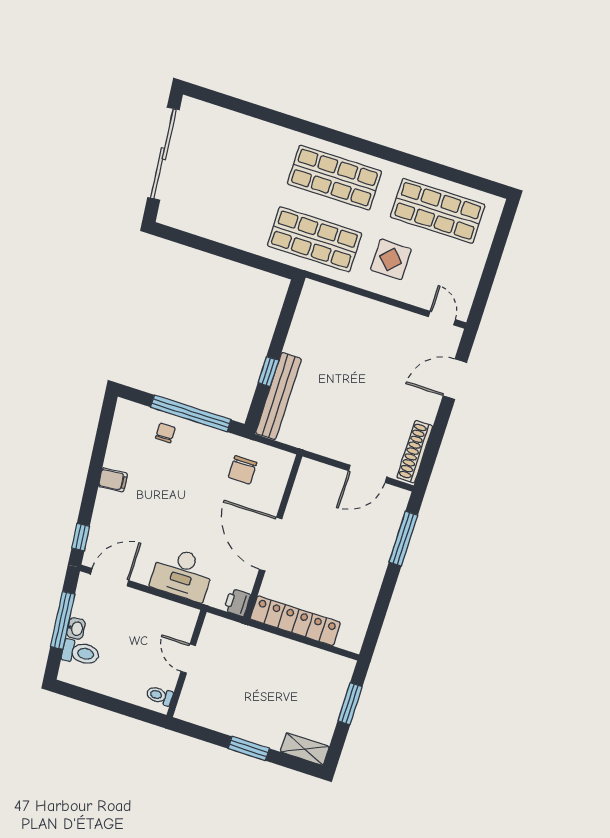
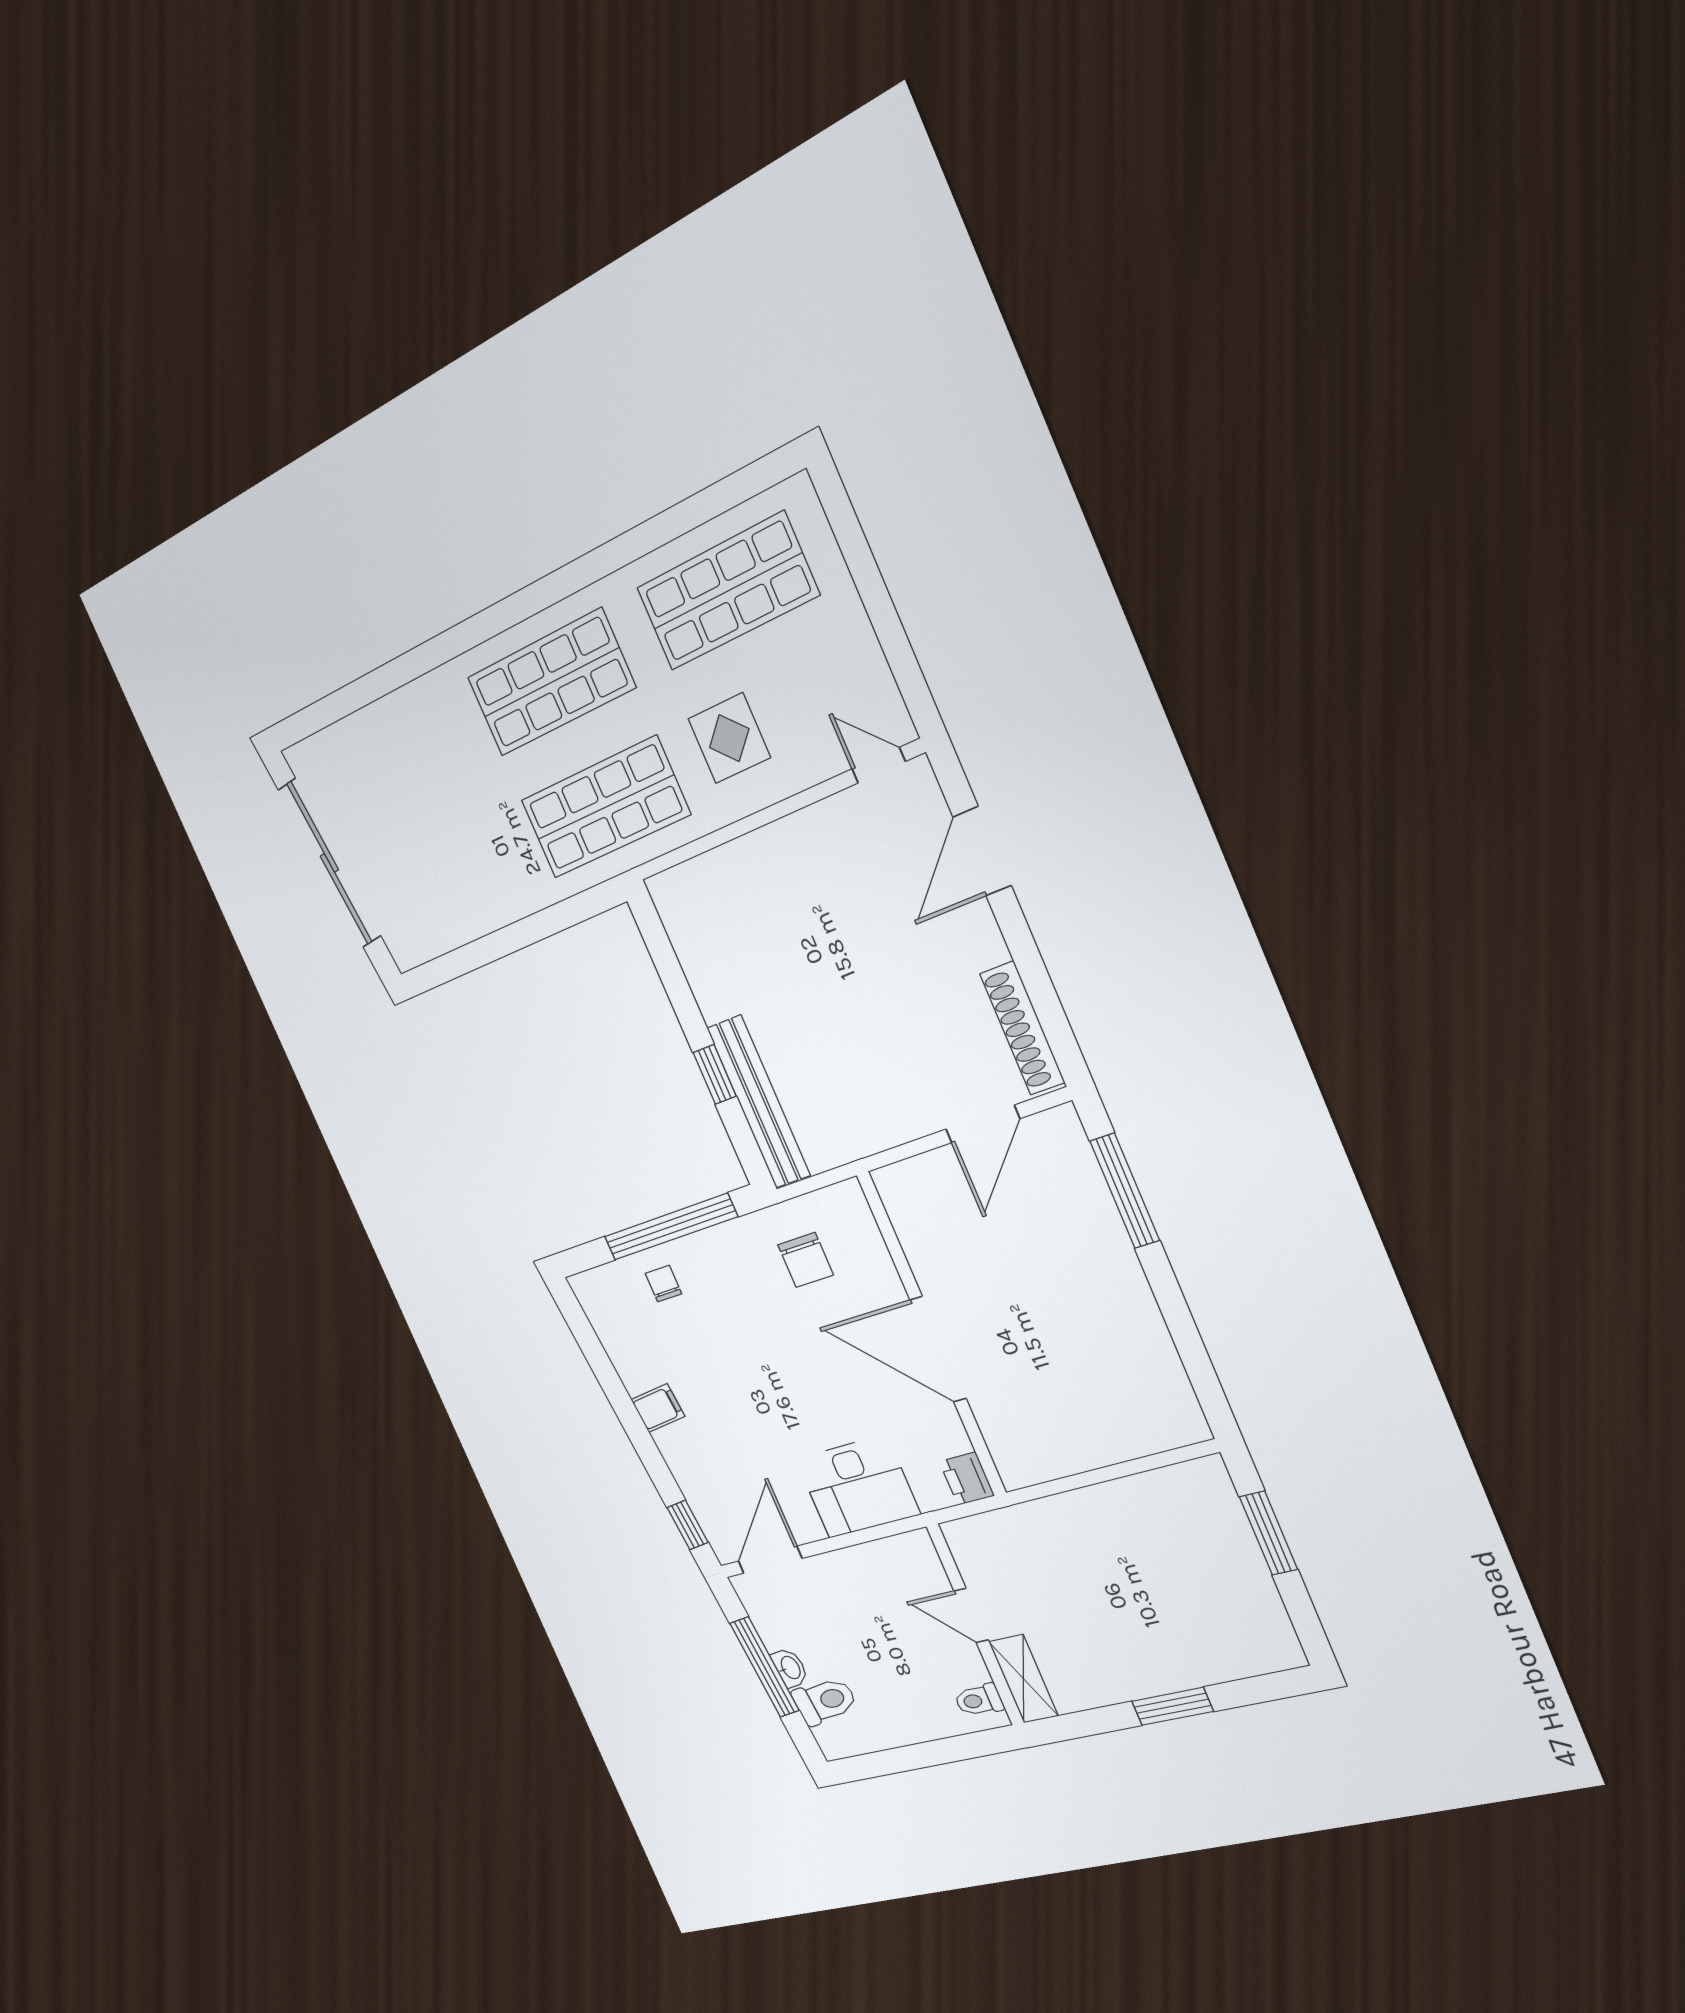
locker: (295, 621) -> (1073, 1450), removed
shelving: (305, 749) -> (1023, 1679), moved, turned 90

